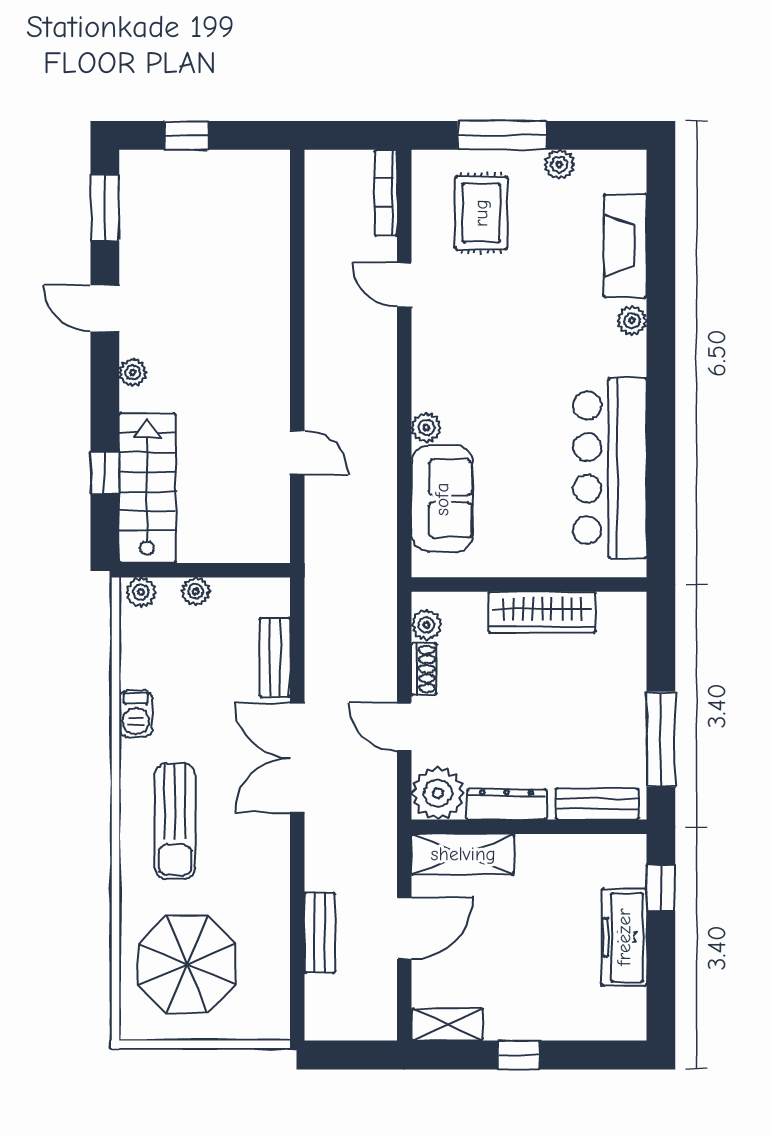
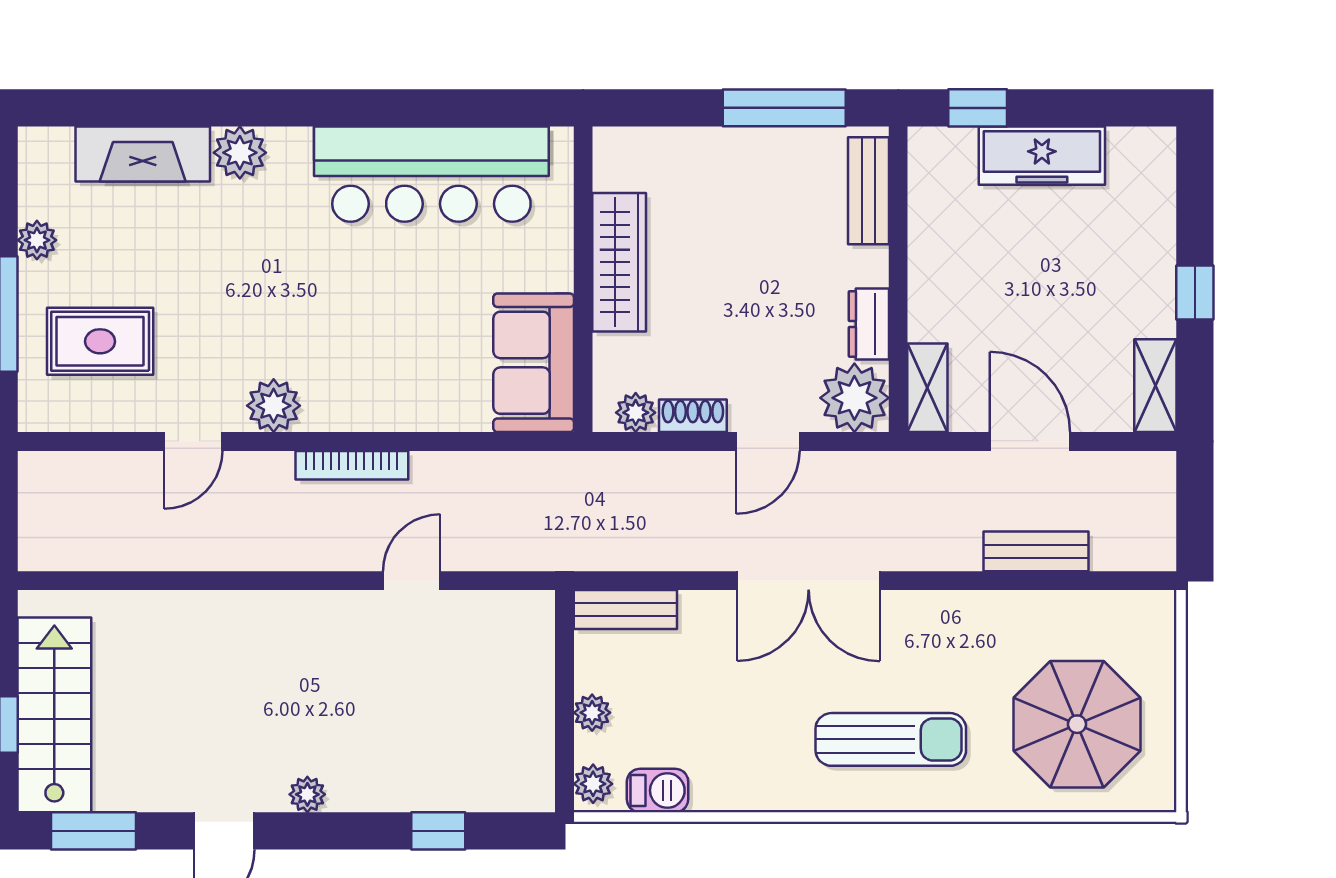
bookcase: (386, 193) -> (352, 465), moved
plant: (632, 320) -> (240, 153), width x1.38, depth x1.38
plant: (426, 427) -> (274, 406), moved, width x1.38, depth x1.38
stairs: (147, 488) -> (54, 715), moved, turned 90
sofa: (442, 499) -> (534, 363), moved, turned -90
bench: (275, 657) -> (625, 609), moved
barbecue: (136, 713) -> (658, 790), moved
dresser: (507, 804) -> (869, 324), width x0.70
shelving: (463, 854) -> (927, 388), width x0.67, depth x0.75

